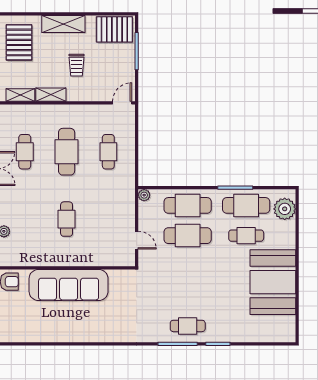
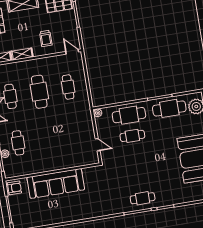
trolley: (76, 65) -> (46, 38), moved
door: (122, 103) -> (72, 52), hinge flipped
cafe table: (67, 219) -> (18, 143), moved
cafe table: (188, 236) -> (132, 136), width x0.73, depth x0.74
cafe table: (246, 236) -> (173, 129), removed

